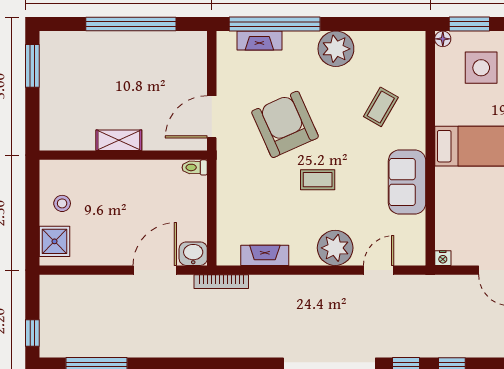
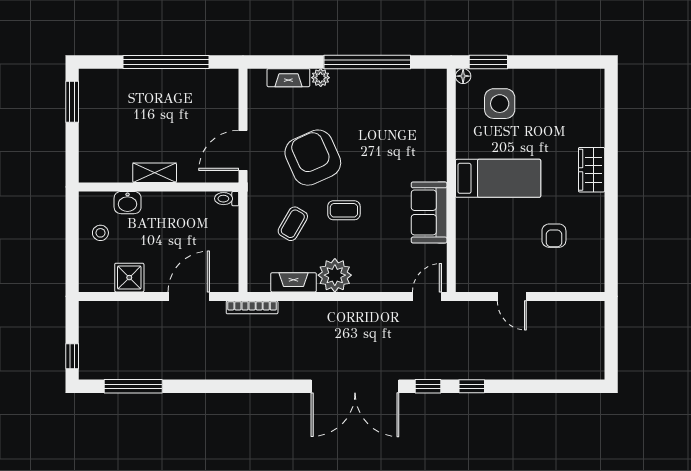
window: (275, 24) -> (367, 62), moved
plant: (336, 49) -> (321, 78), moved, width x0.53, depth x0.53
coffee table: (381, 107) -> (293, 224), moved
shower: (54, 241) -> (129, 278), moved
plant: (335, 248) -> (335, 275), moved
washbasin: (193, 254) -> (128, 203), moved, turned 180
nightstand: (443, 258) -> (463, 285), removed
door: (379, 270) -> (427, 296), moved

